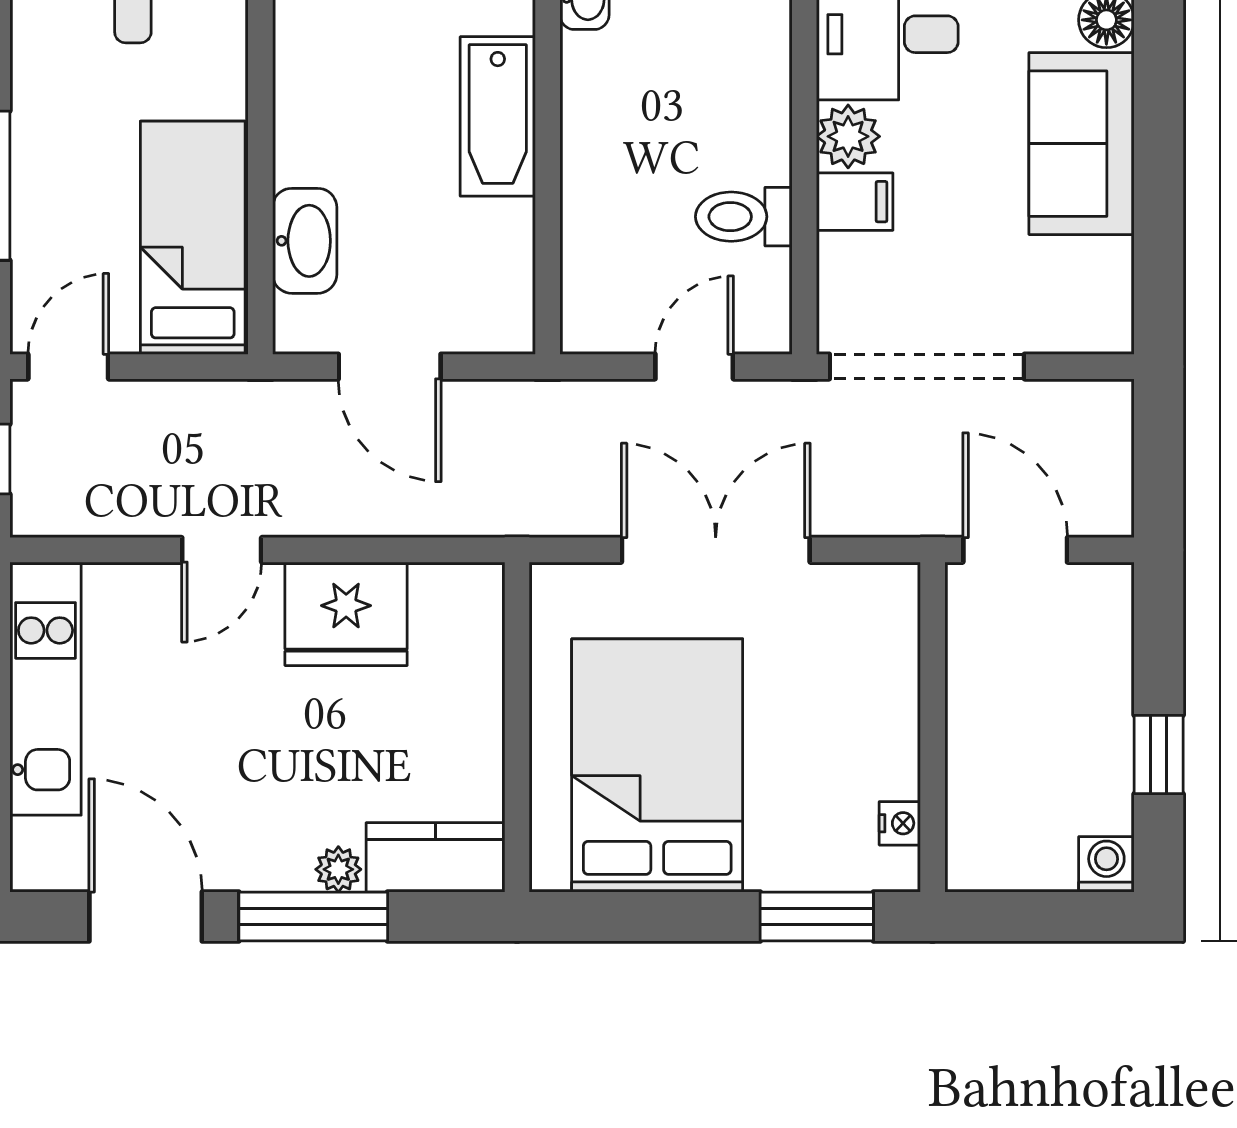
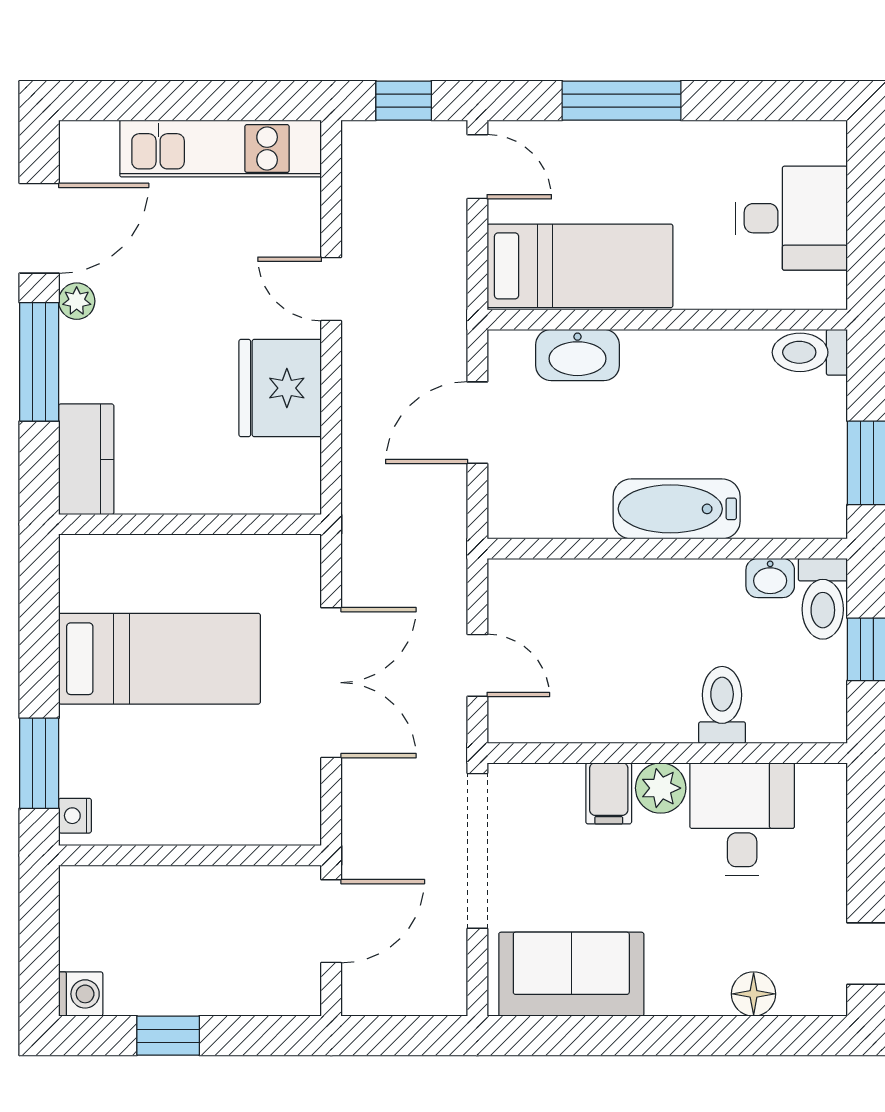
sofa: (1082, 144) -> (571, 974), moved
toilet: (744, 217) -> (722, 705), moved
bed: (657, 765) -> (159, 659), width x0.67
nightstand: (900, 823) -> (75, 816), moved, turned 90
plant: (338, 869) -> (77, 301), moved

